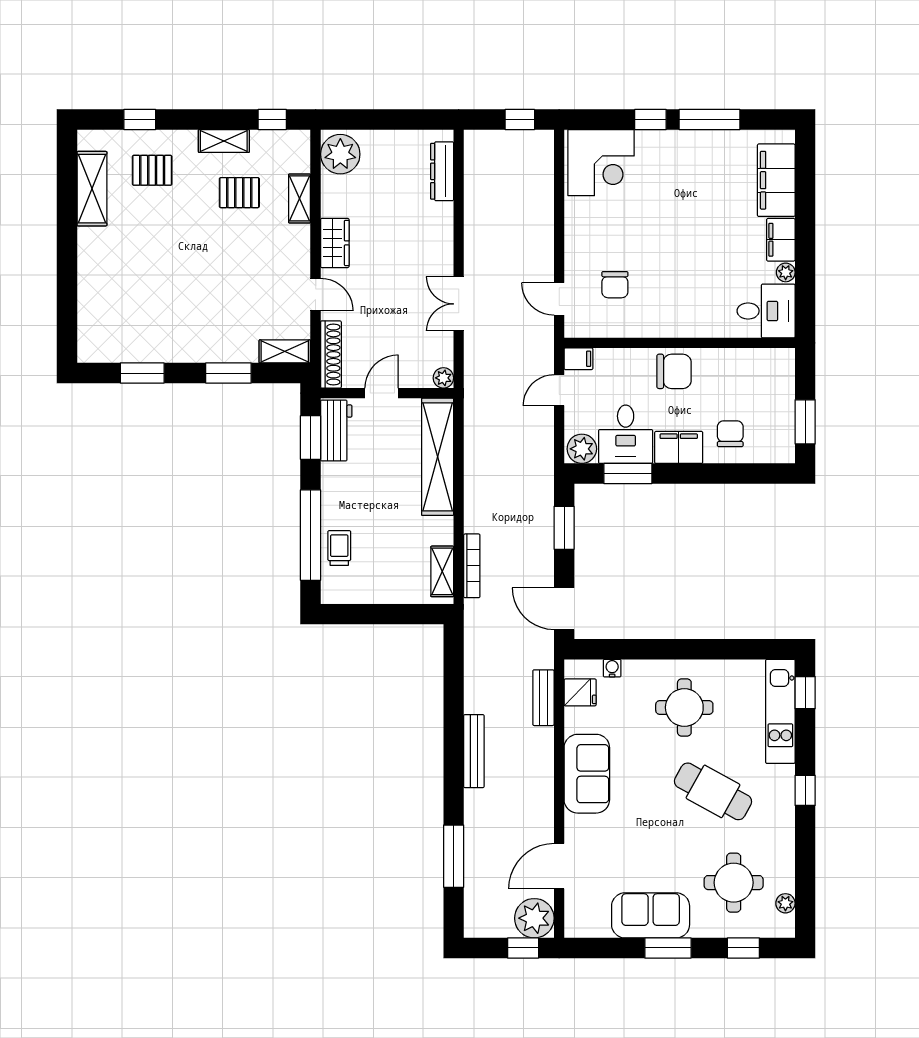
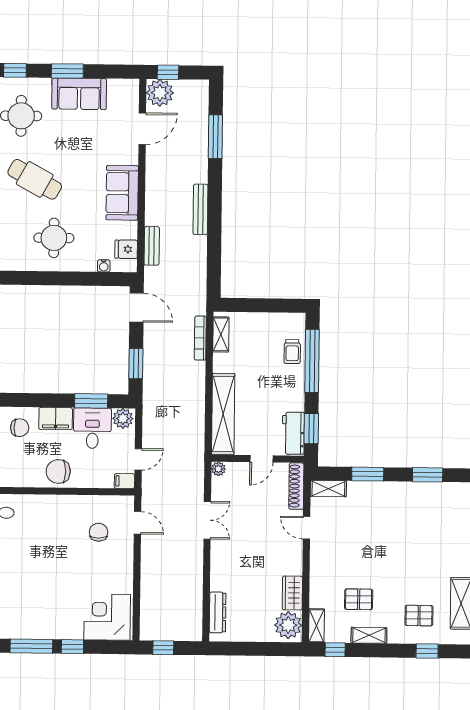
shelving: (300, 198) -> (316, 626), moved
wardrobe: (335, 243) -> (292, 593), moved
chair: (730, 434) -> (20, 428), turned -90

